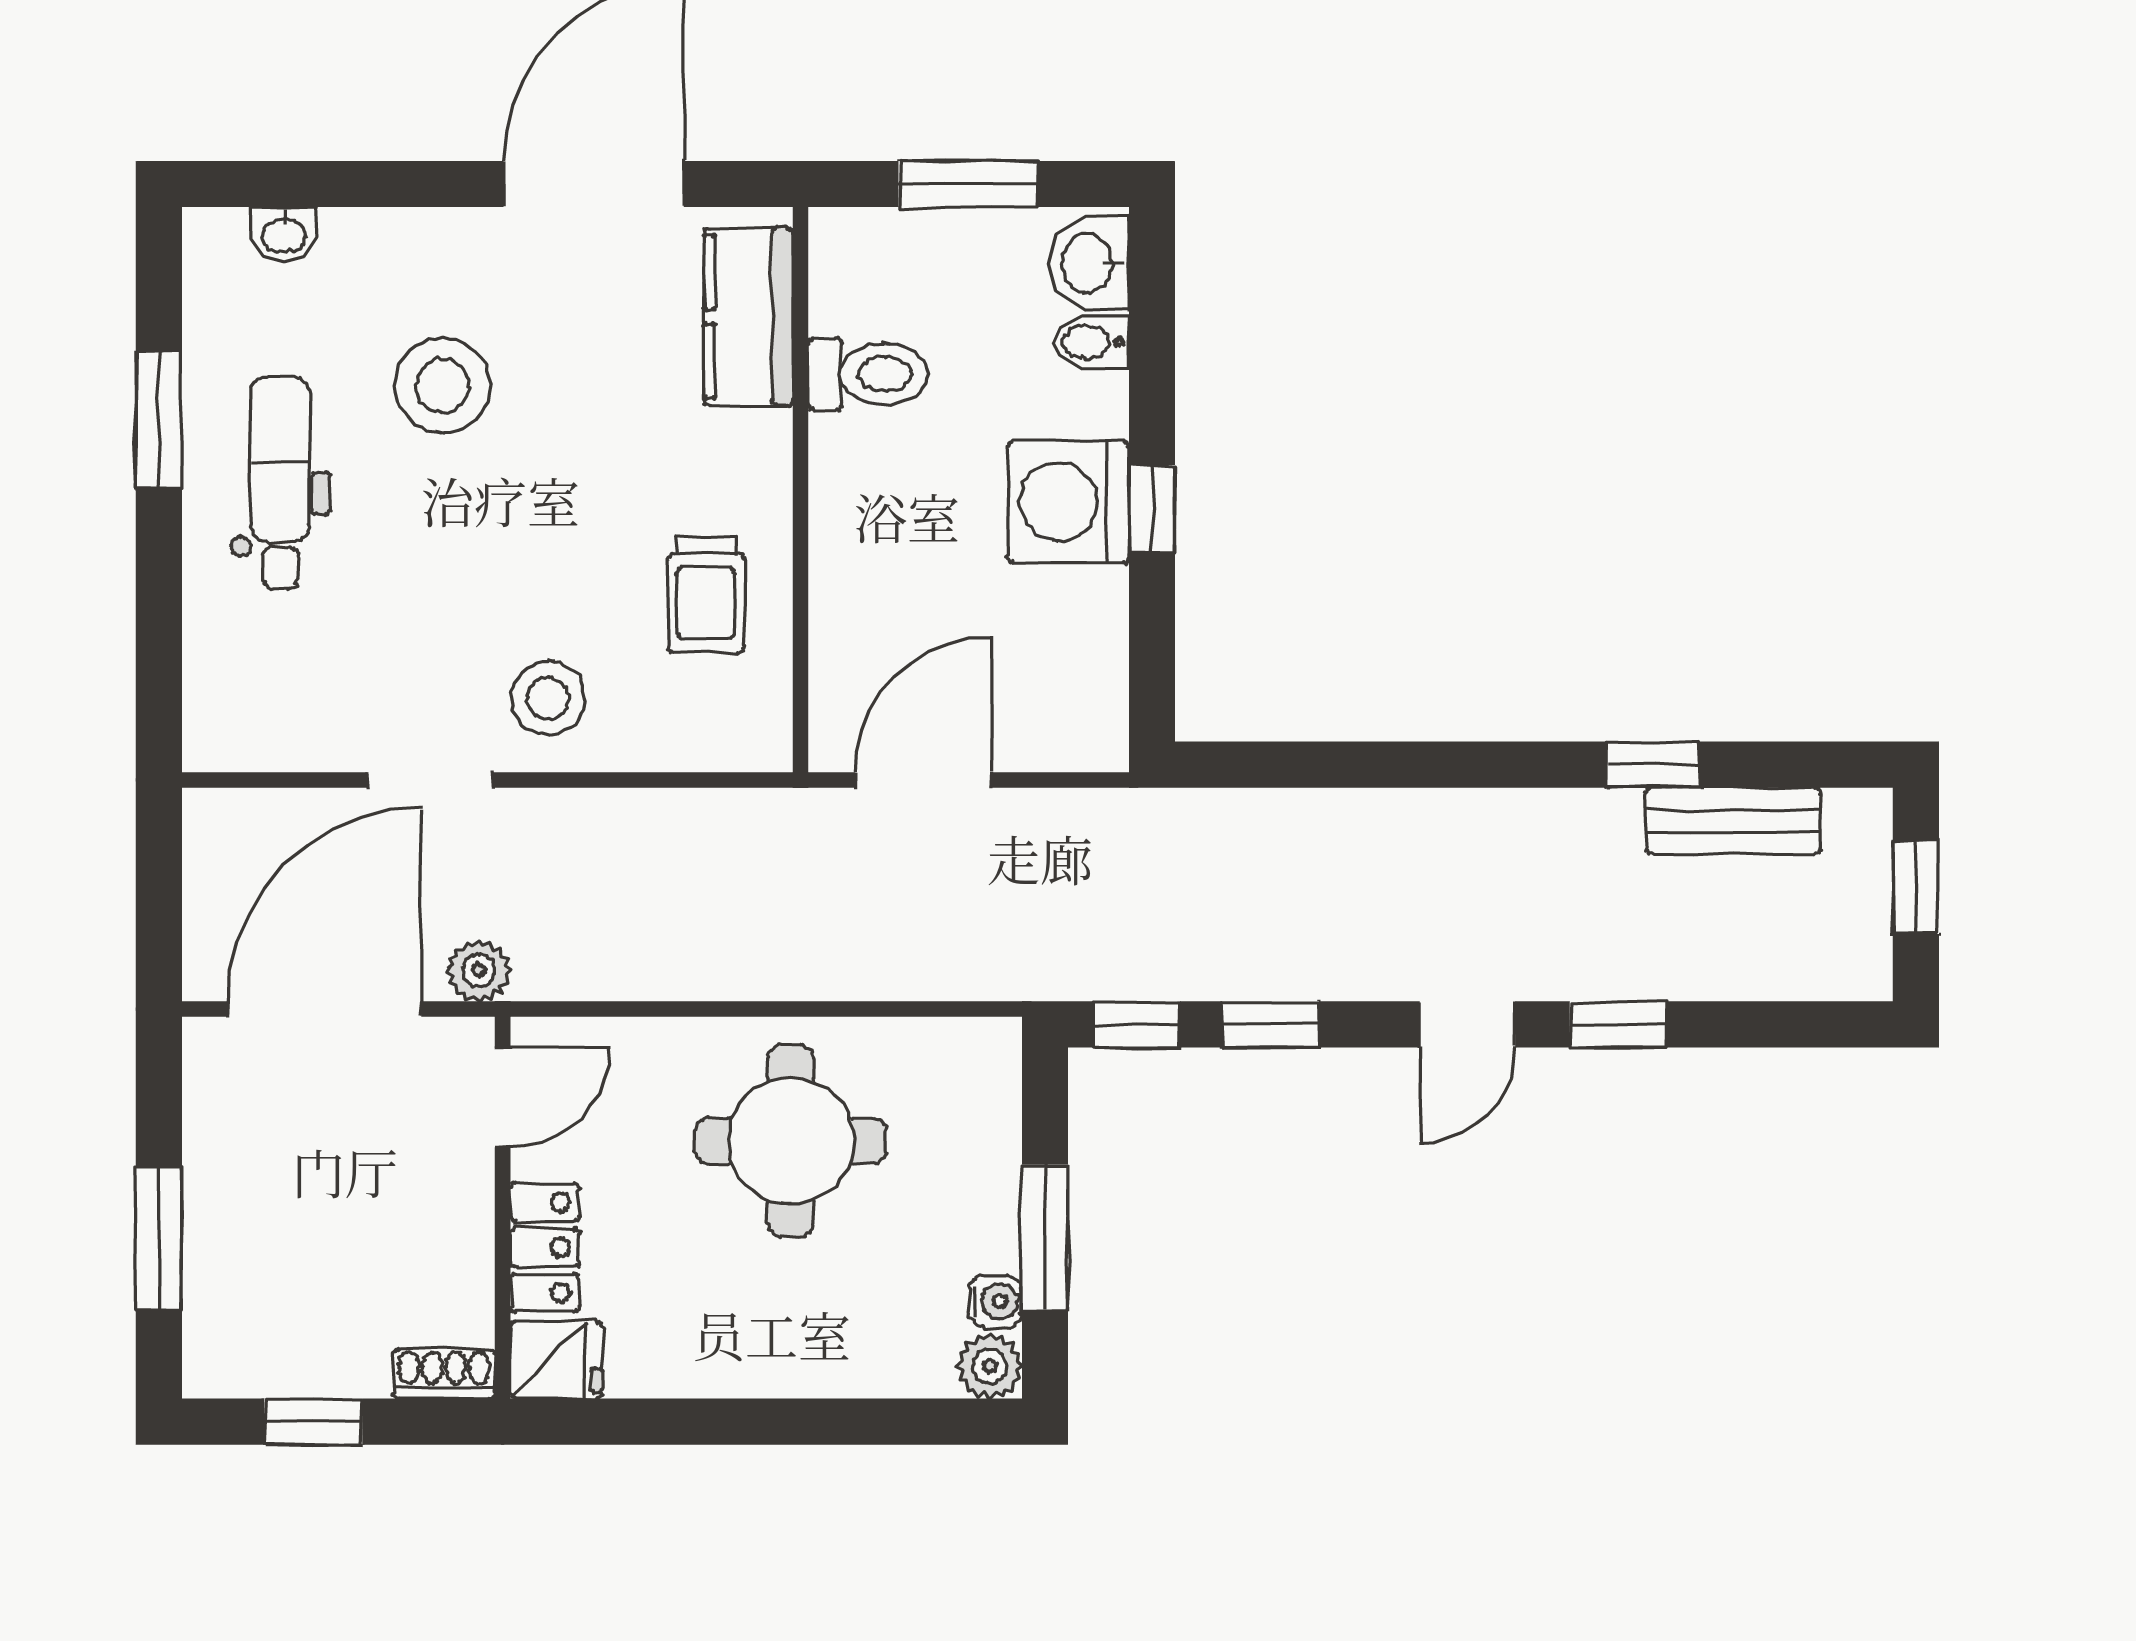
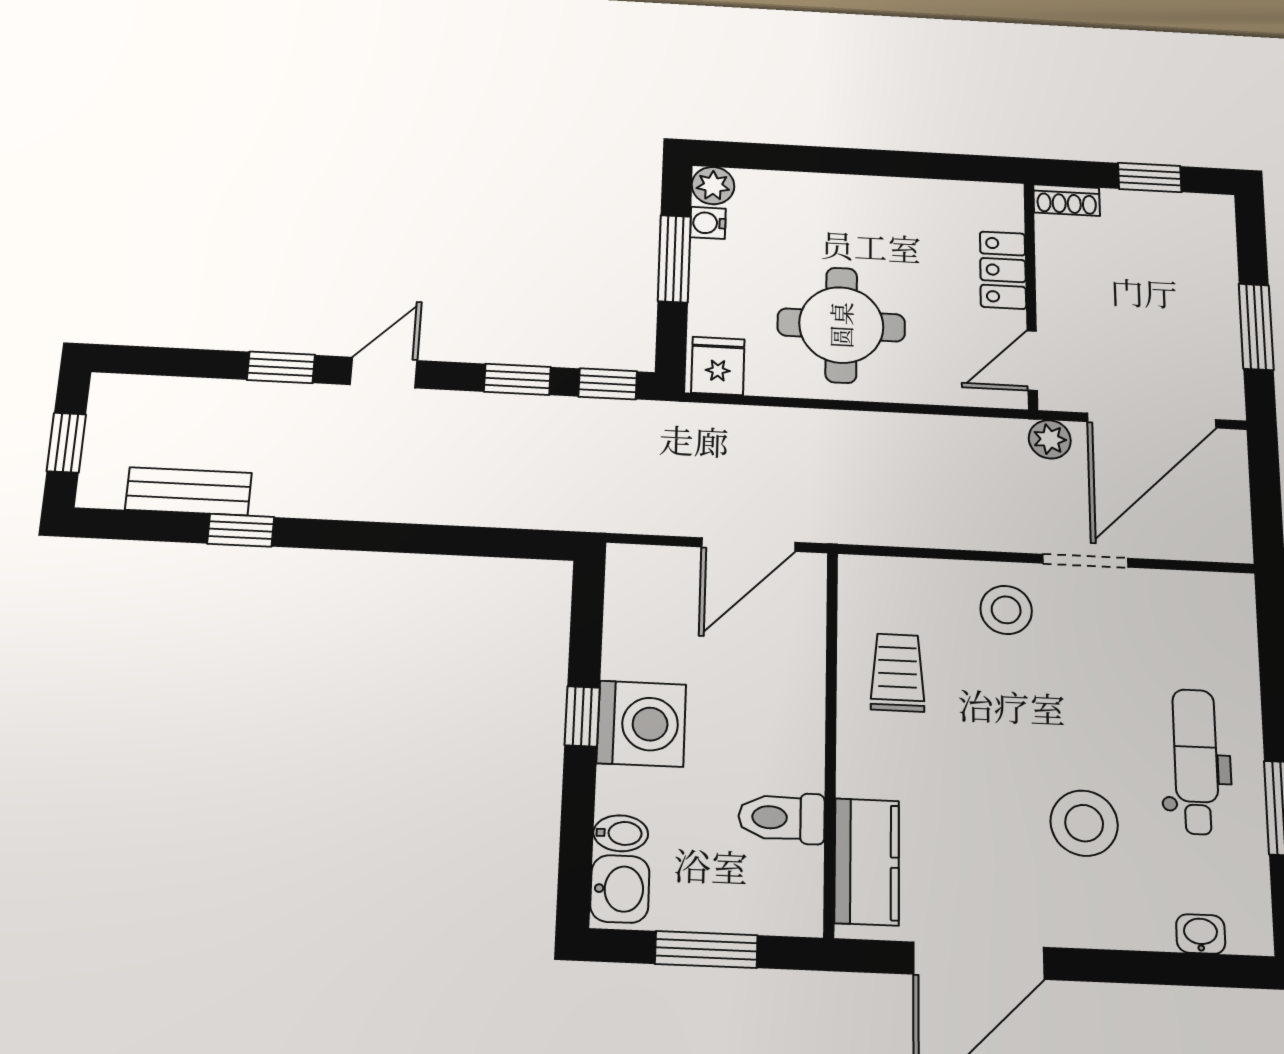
dental chair: (280, 483) -> (1196, 761), turned 180
window: (159, 1238) -> (1256, 327), moved
fridge: (556, 1360) -> (718, 366), moved, turned 90

